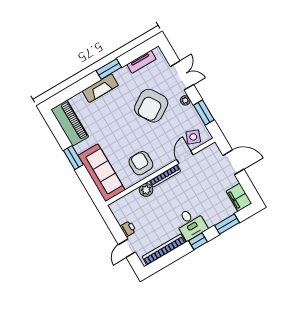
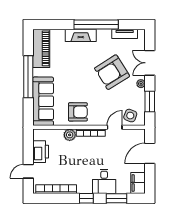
window: (109, 69) -> (96, 25), width x2.11
double door: (182, 75) -> (150, 63), swing flipped
window: (73, 158) -> (28, 77), width x2.11
door: (233, 162) -> (150, 153), swing flipped
armchair: (141, 163) -> (78, 112), turned 90
desk: (191, 224) -> (104, 181), moved
printer: (128, 229) -> (41, 152), width x1.87, depth x1.48

